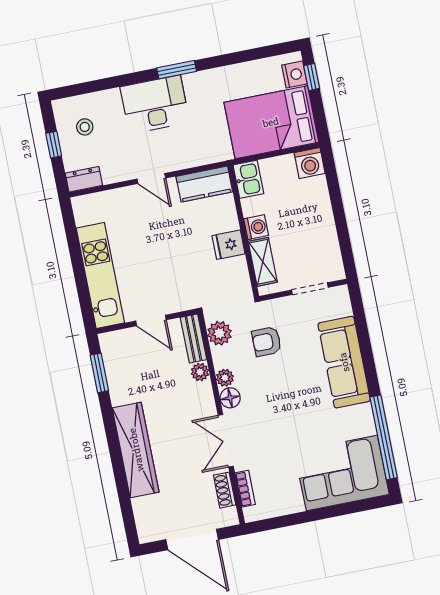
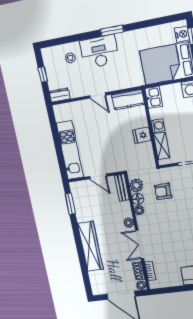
stool: (85, 127) -> (70, 58), moved
plant: (200, 372) -> (129, 223), moved
floor lamp: (230, 398) -> (138, 199), moved
plant: (229, 517) -> (141, 285), added

